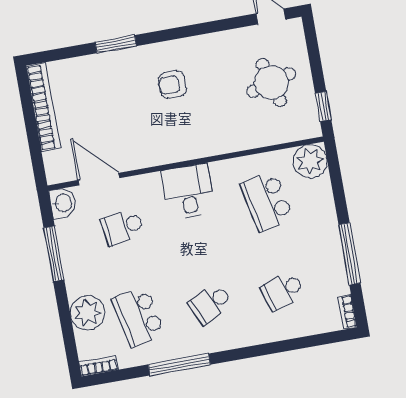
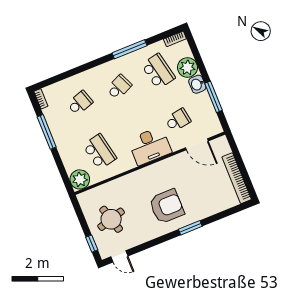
window: (116, 44) -> (190, 228), moved
armchair: (172, 85) -> (167, 206), width x1.88, depth x1.88
window: (323, 106) -> (92, 244), moved
desk: (188, 192) -> (150, 146), width x1.37
washbasin: (63, 203) -> (197, 84), moved

